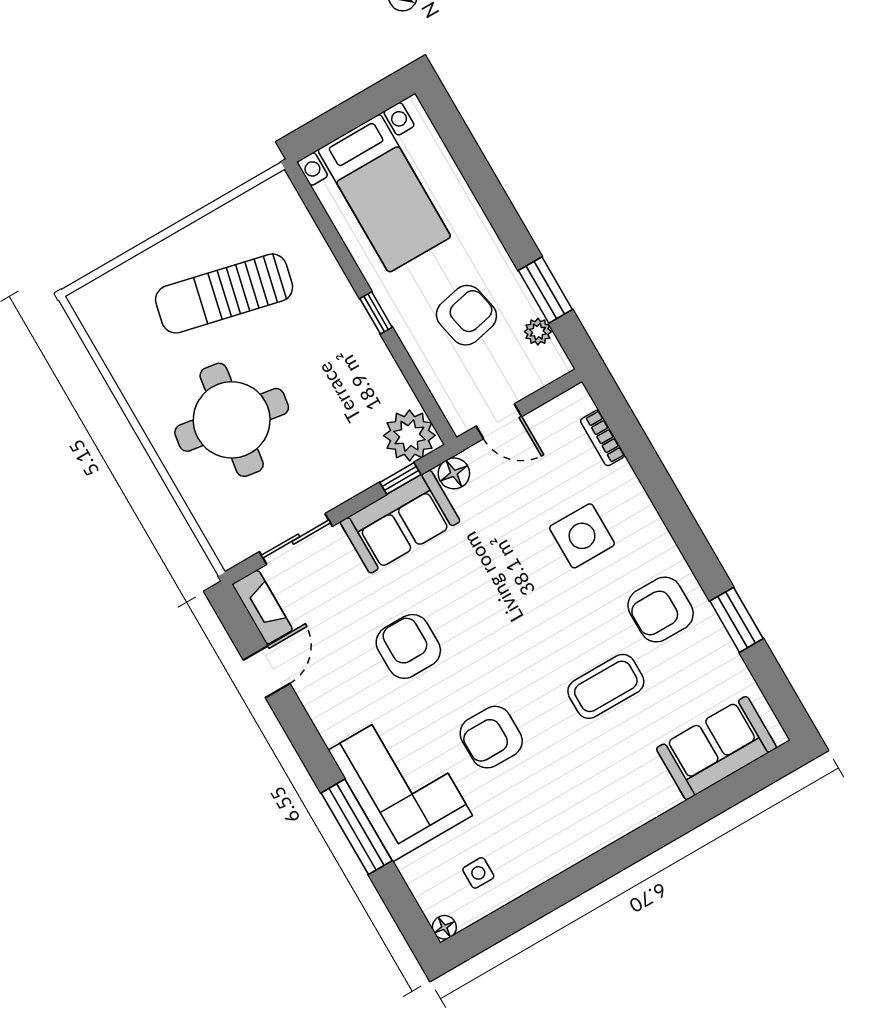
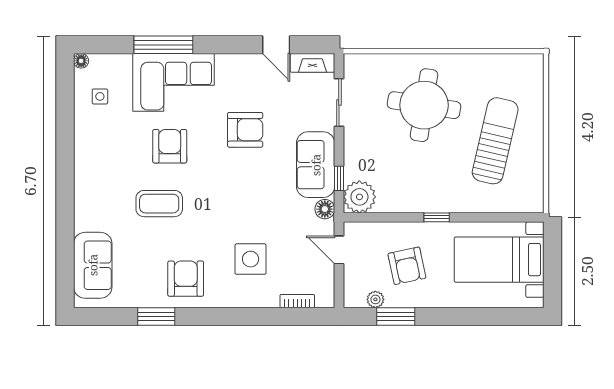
door: (499, 421) -> (339, 250), hinge flipped
coffee table: (606, 686) -> (159, 204), moved, turned 90

